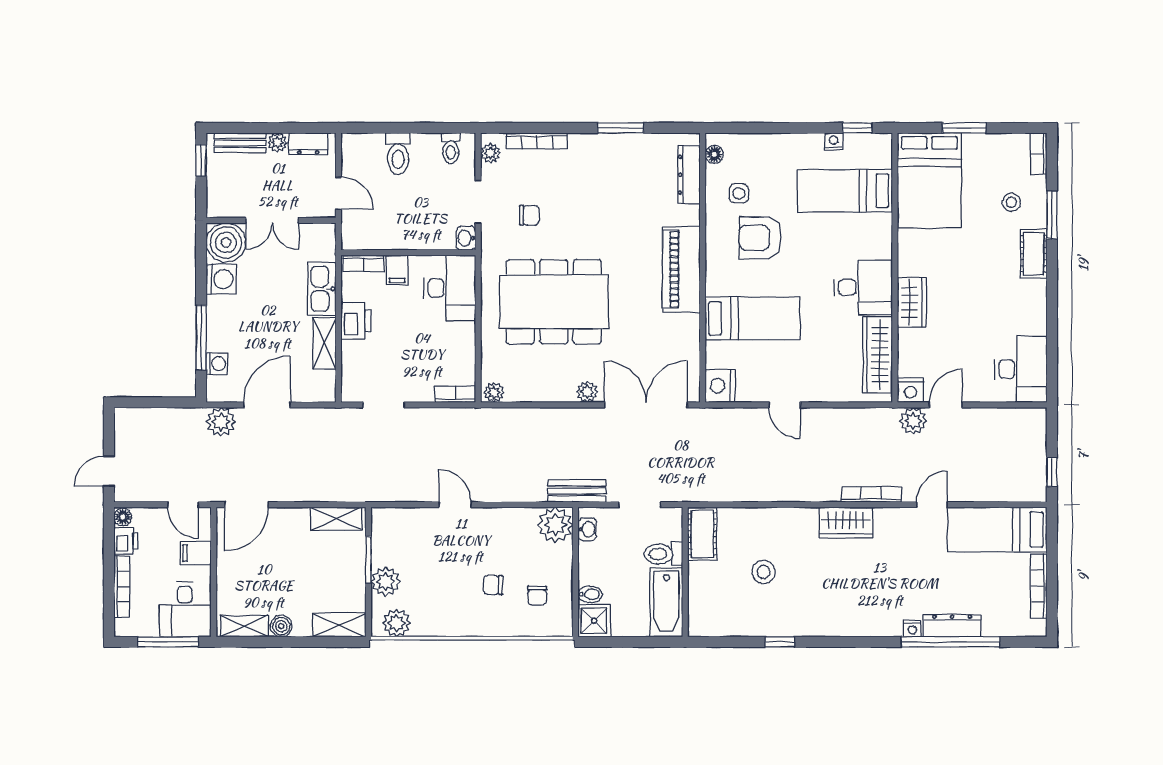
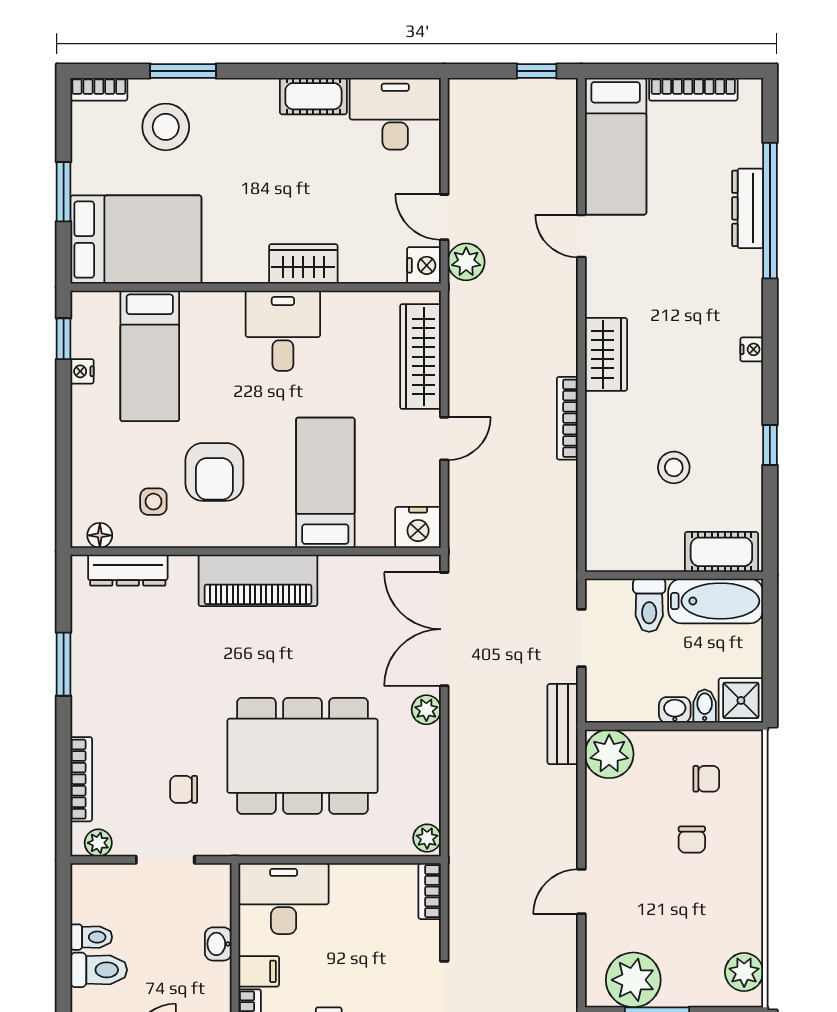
toilet: (451, 148) -> (91, 937), moved
stool: (1011, 202) -> (166, 127), width x1.89, depth x1.89
chair: (529, 215) -> (184, 789), turned -90
washbasin: (466, 238) -> (218, 944), moved, turned 90
cot: (1034, 254) -> (313, 96), moved
dining table: (554, 302) -> (302, 756), turned 90
wardrobe: (878, 355) -> (421, 357), moved, turned 90
bookcase: (871, 495) -> (567, 418), moved
washbasin: (587, 529) -> (675, 710), moved
cot: (702, 534) -> (721, 552), moved
plant: (385, 581) -> (633, 980), moved, width x1.36, depth x1.36
nightstand: (912, 629) -> (752, 349), moved

